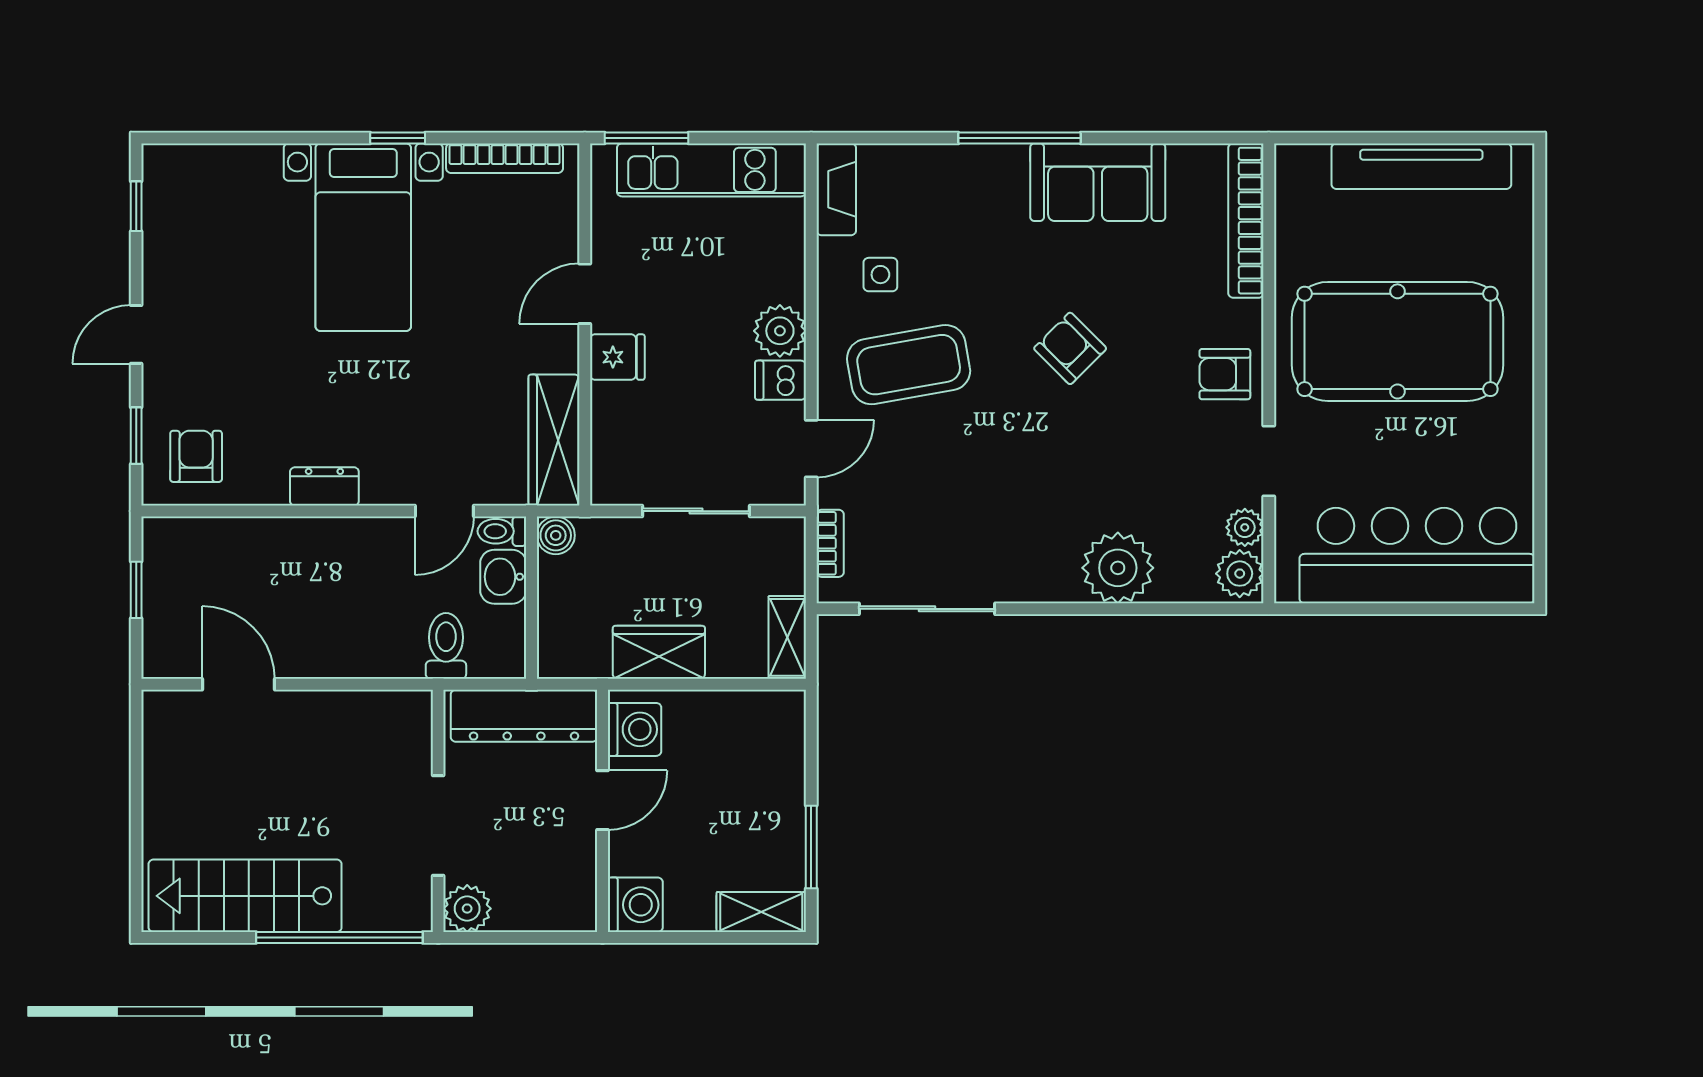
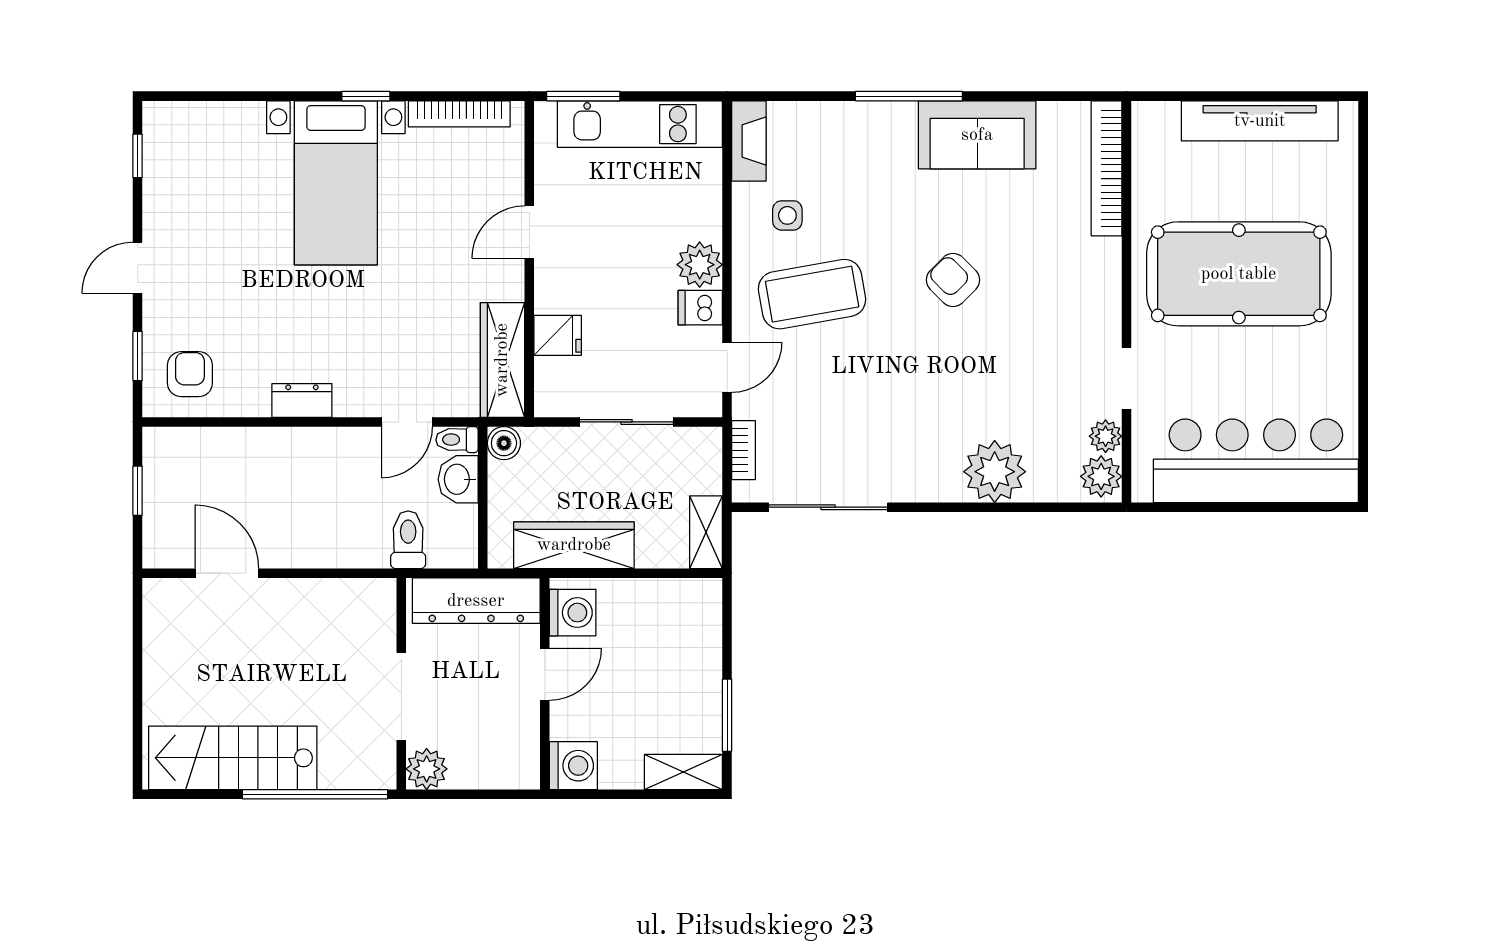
fridge: (617, 357) -> (558, 335), moved
armchair: (1225, 374) -> (1088, 302), removed
wardrobe: (659, 652) -> (574, 545), width x1.50

